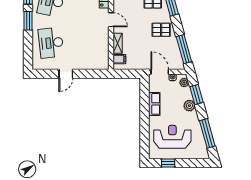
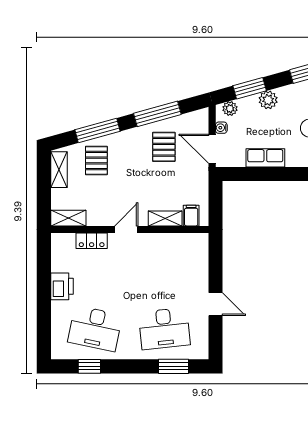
window: (28, 21) -> (174, 366), moved
pallet: (161, 30) -> (164, 147), moved
window: (184, 49) -> (157, 114), moved
door: (160, 72) -> (212, 149), hinge flipped

